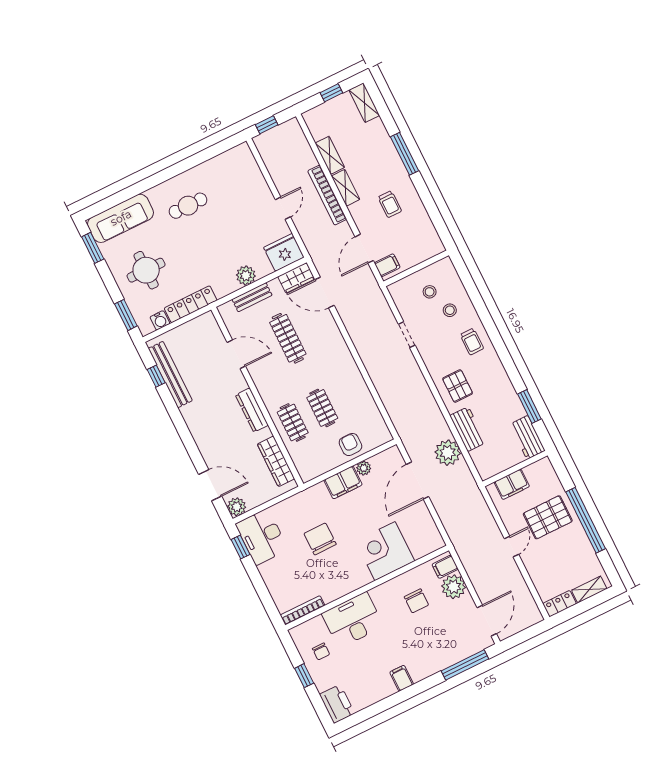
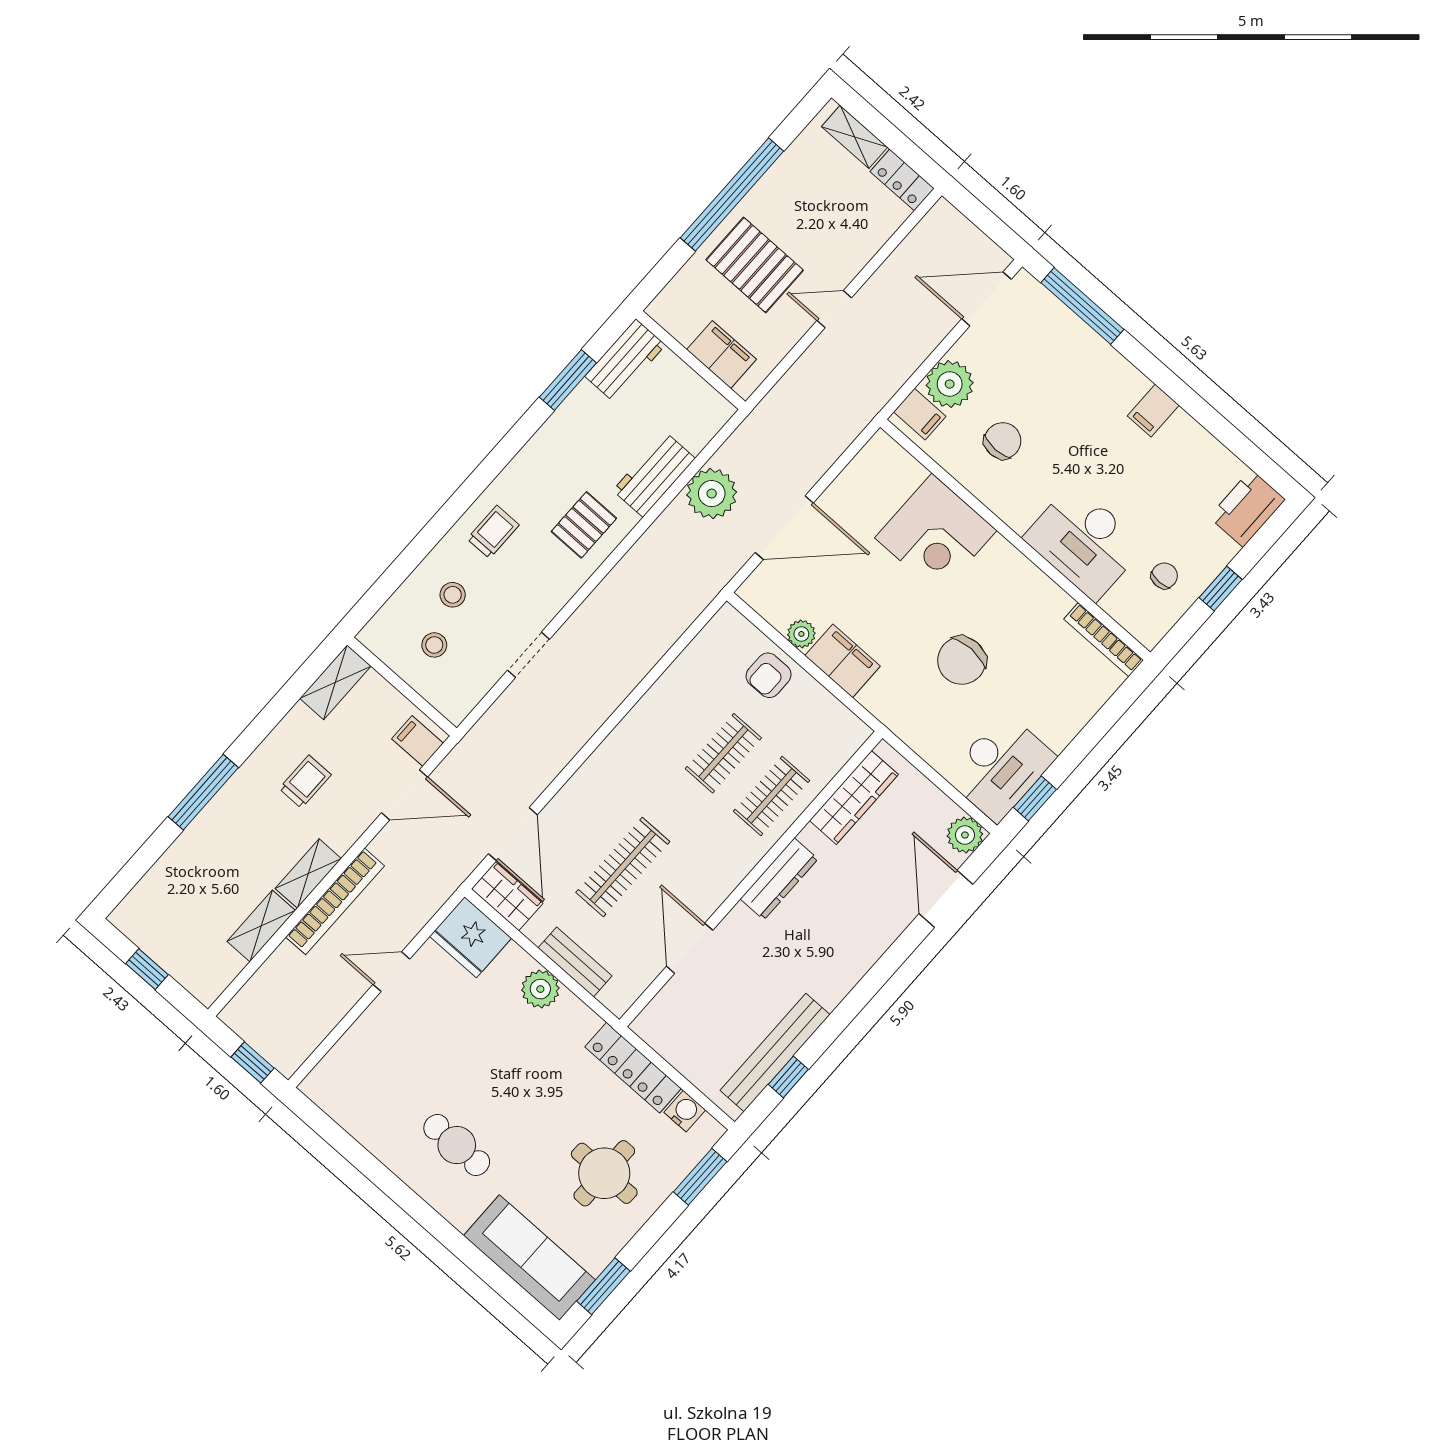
shelving: (364, 103) -> (335, 682), moved

